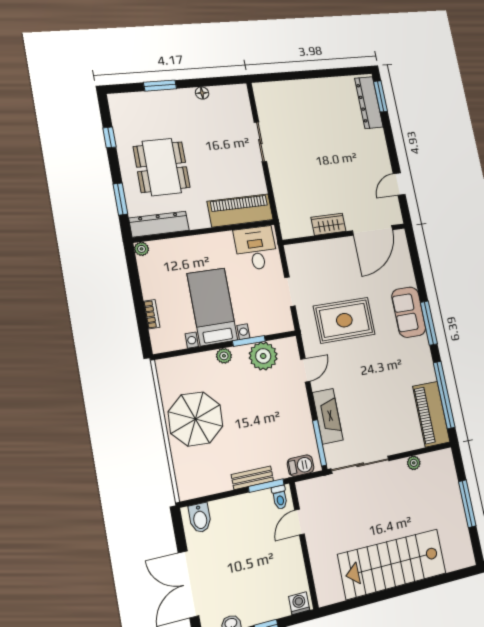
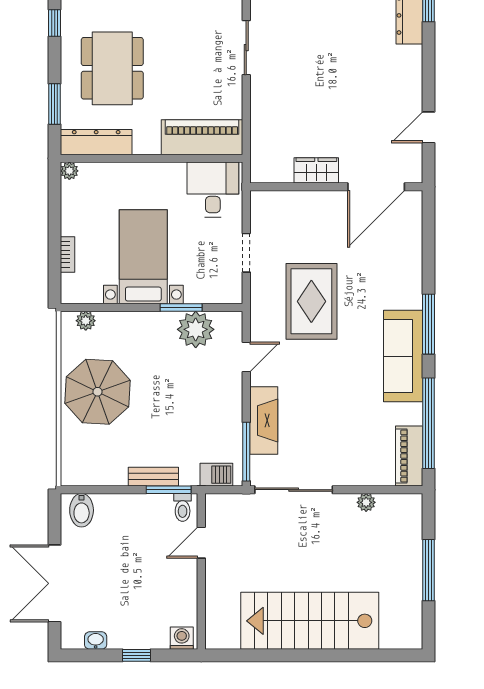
sofa: (409, 312) -> (403, 356), moved, width x1.36
rug: (344, 320) -> (311, 301), turned 90
plant: (224, 356) -> (86, 321), moved
piano: (431, 414) -> (409, 456), width x0.73, depth x0.75

